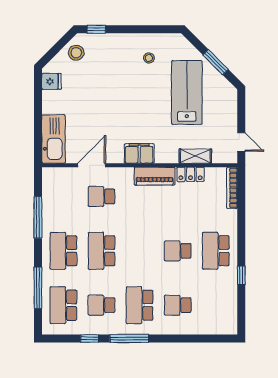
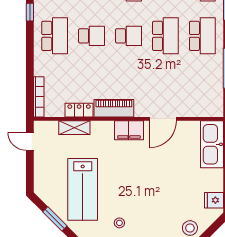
door: (92, 165) -> (163, 119), moved
school desk: (102, 196) -> (128, 36), moved

